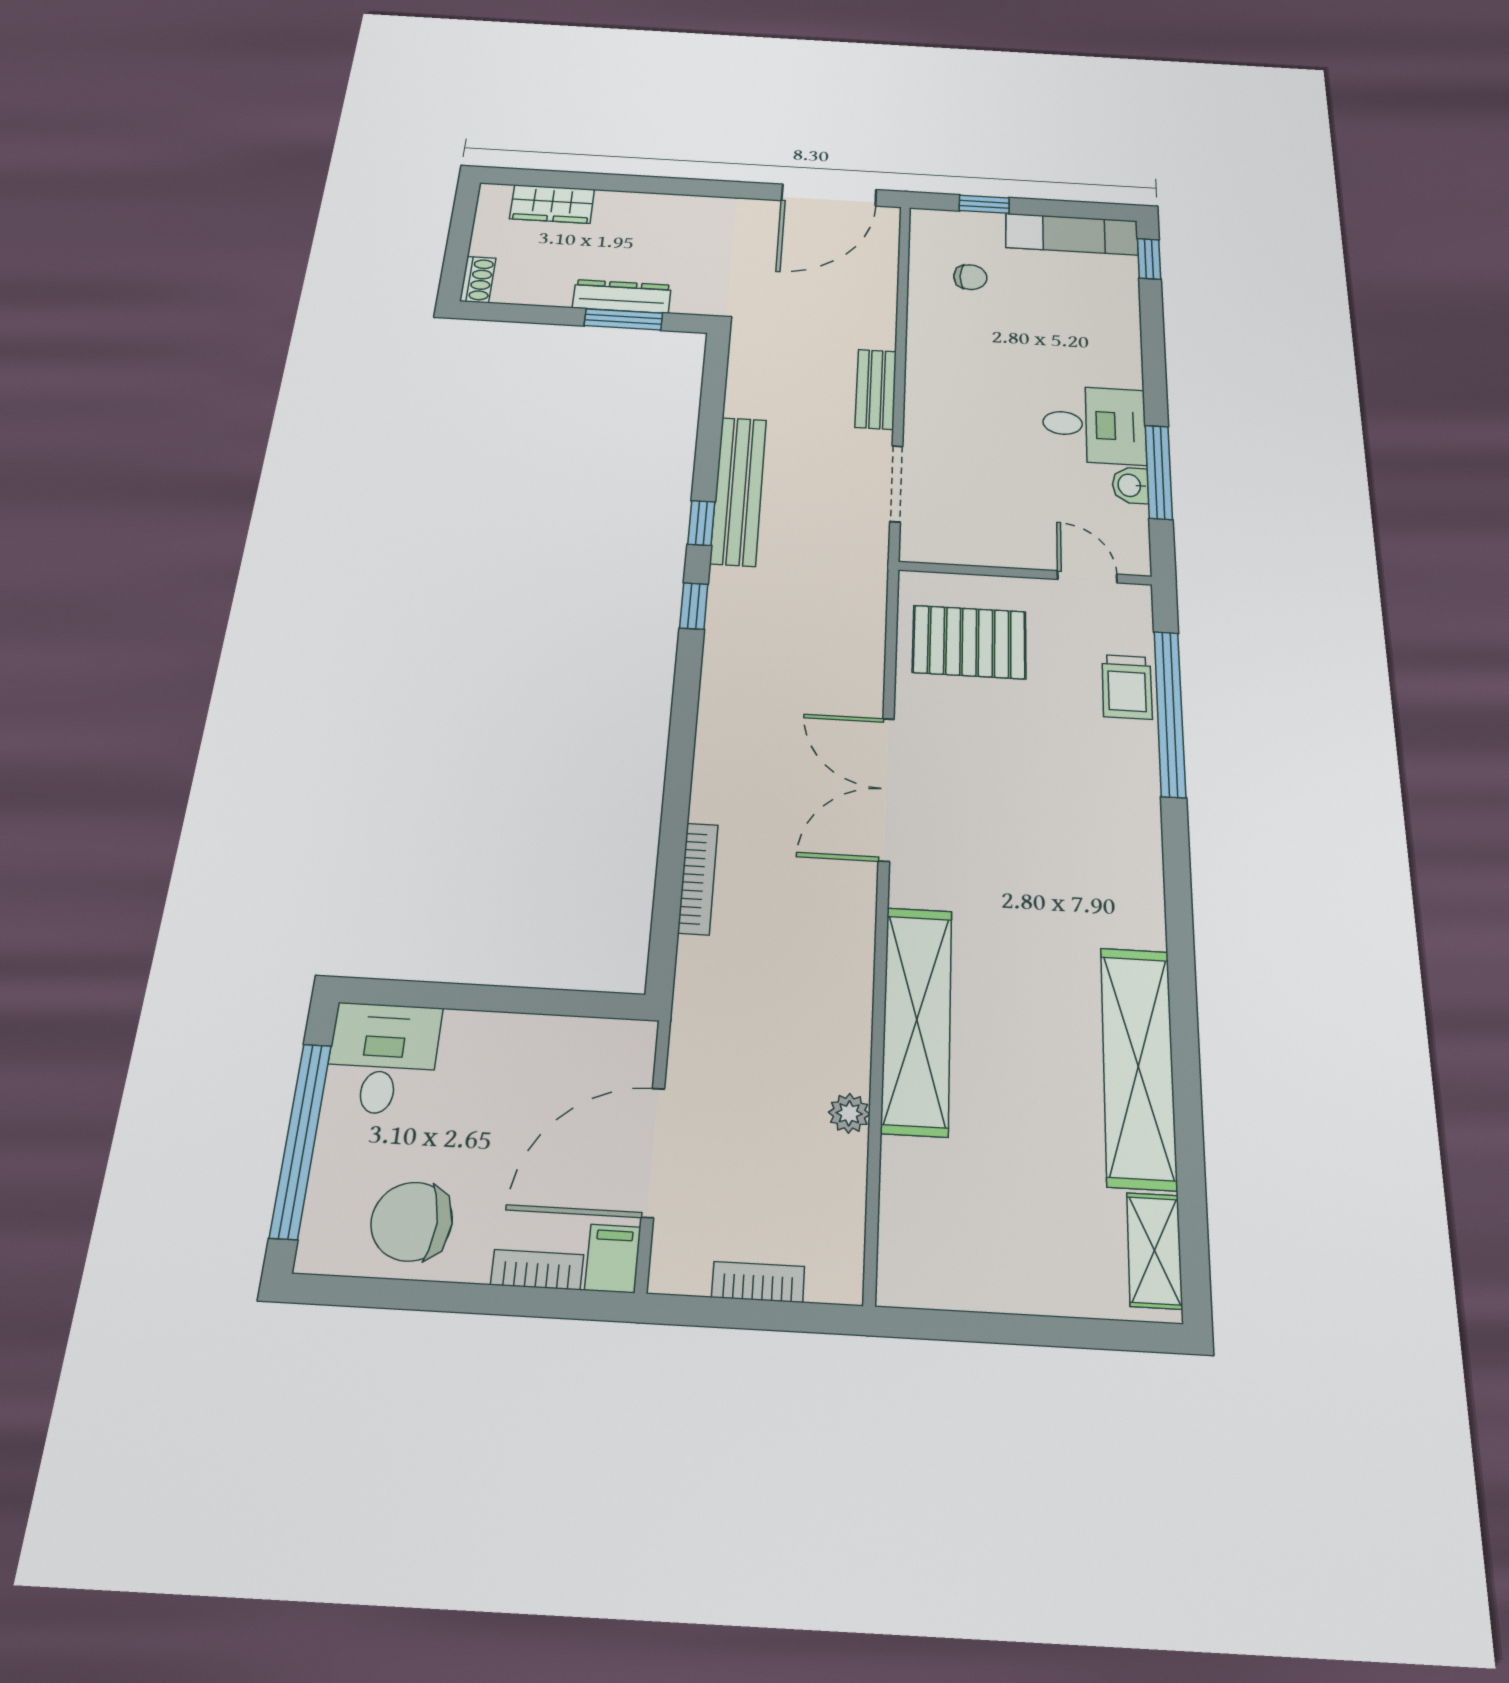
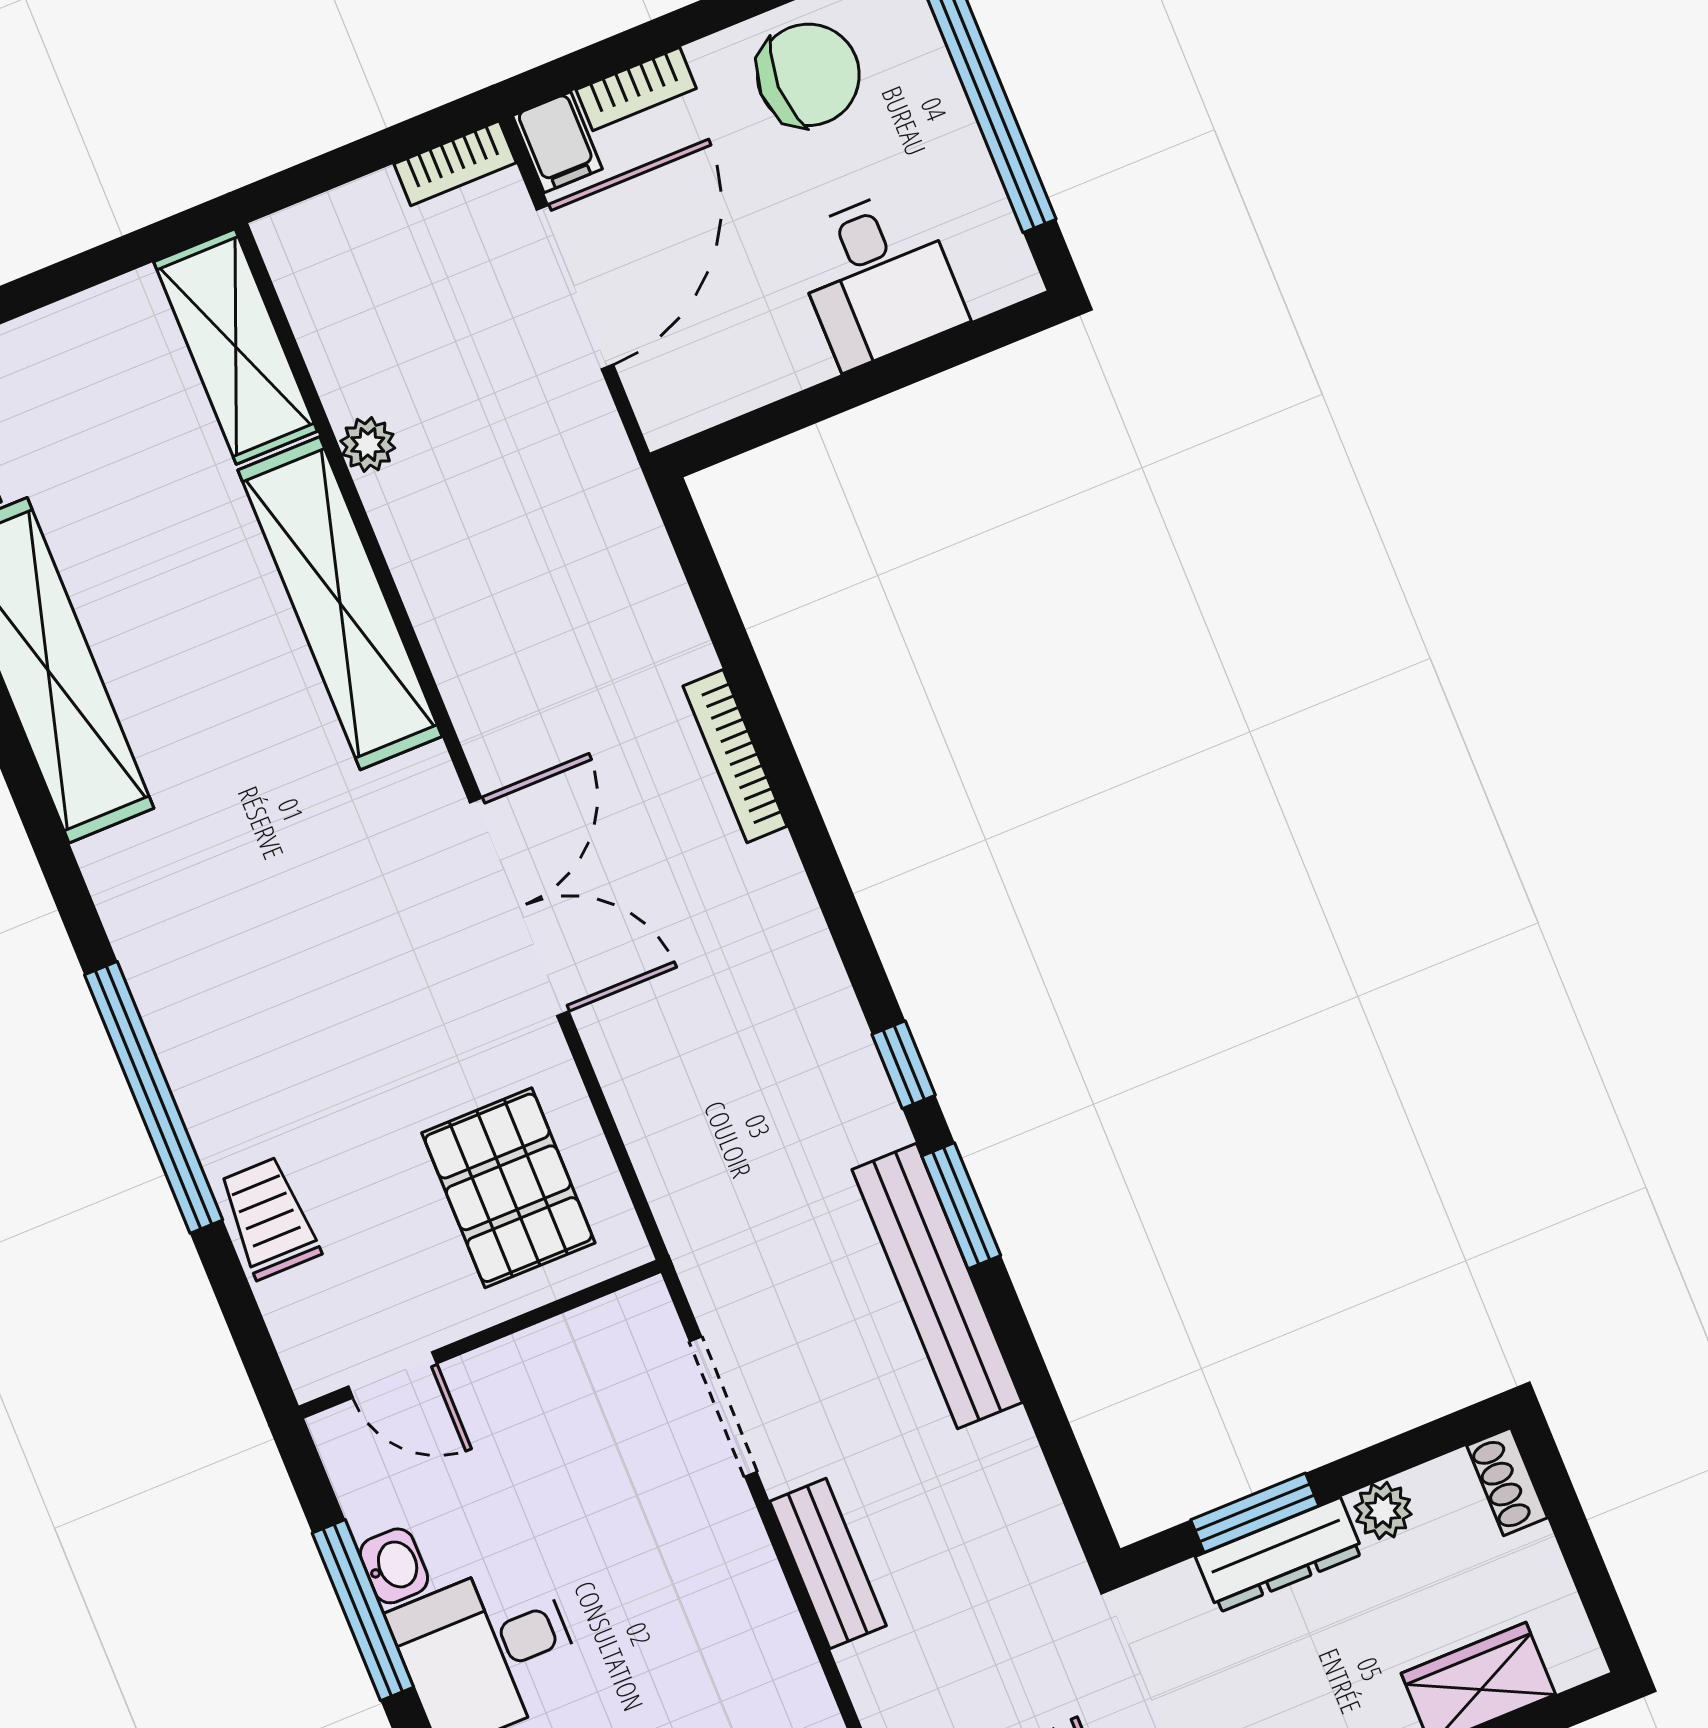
plant: (553, 293) -> (1383, 1511), added
window: (701, 523) -> (961, 1206), width x1.50
pallet: (969, 642) -> (508, 1188), turned 90
window: (1170, 713) -> (154, 1097), moved
bookcase: (698, 879) -> (735, 756), moved
desk: (382, 1058) -> (878, 278), moved
shelving: (912, 1223) -> (236, 347), added
bookcase: (758, 1282) -> (455, 163), moved

